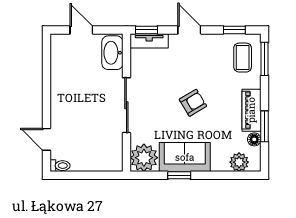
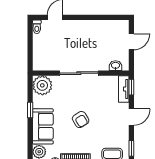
washbasin: (112, 53) -> (115, 66), width x0.52, depth x0.69
sofa: (185, 157) -> (43, 126), moved

